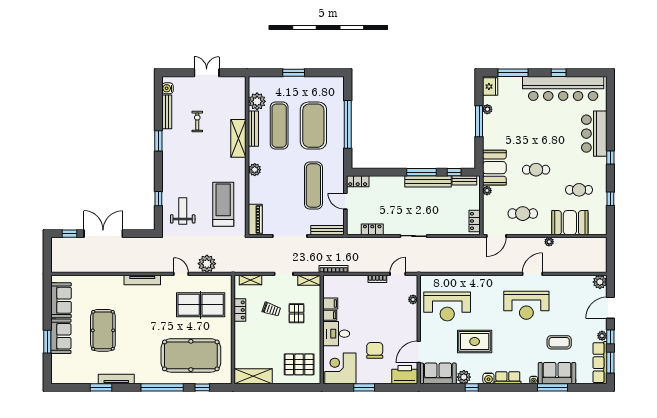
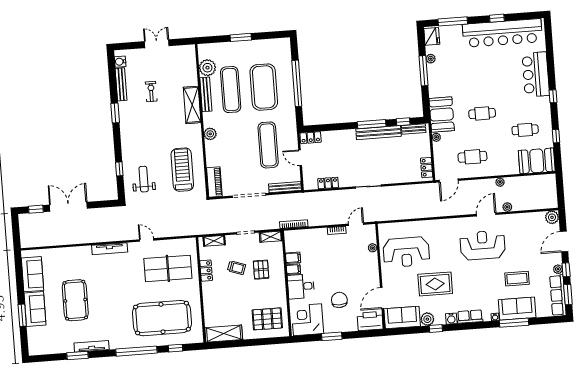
booth: (570, 223) -> (537, 161), moved
plant: (207, 264) -> (507, 207), moved, width x0.53, depth x0.53
reception desk: (526, 305) -> (483, 245), turned 180

